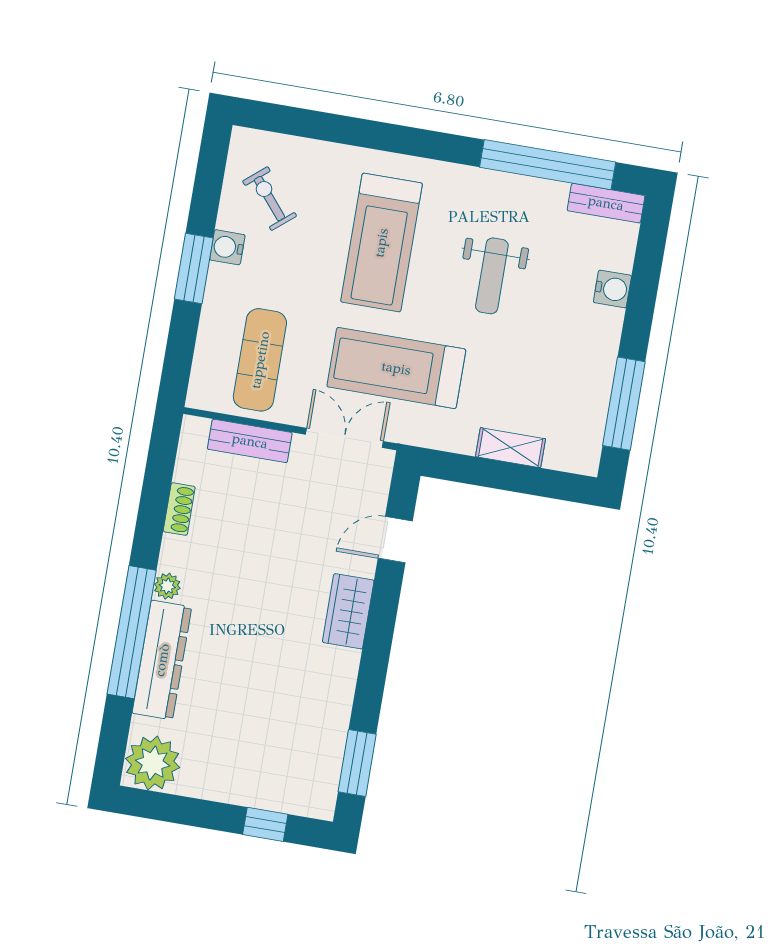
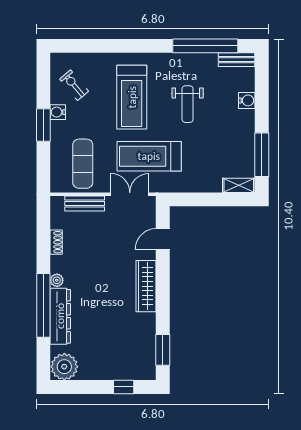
shelving: (511, 448) -> (239, 185), moved
wardrobe: (348, 611) -> (146, 286), width x1.50

